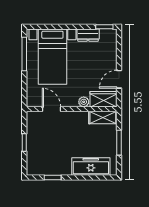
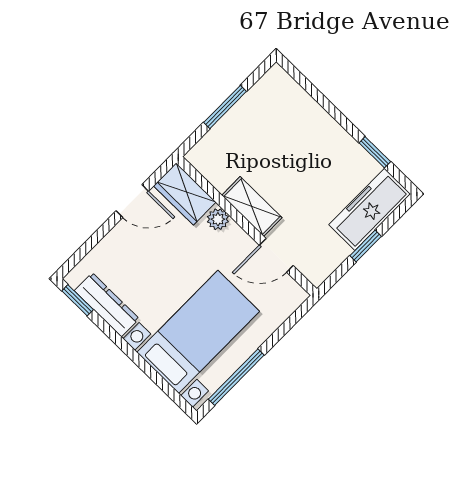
dresser: (88, 35) -> (107, 305), width x1.44
door: (52, 109) -> (276, 255), hinge flipped
shelving: (103, 118) -> (252, 206), moved
freezer: (91, 167) -> (370, 209), moved, turned 90

